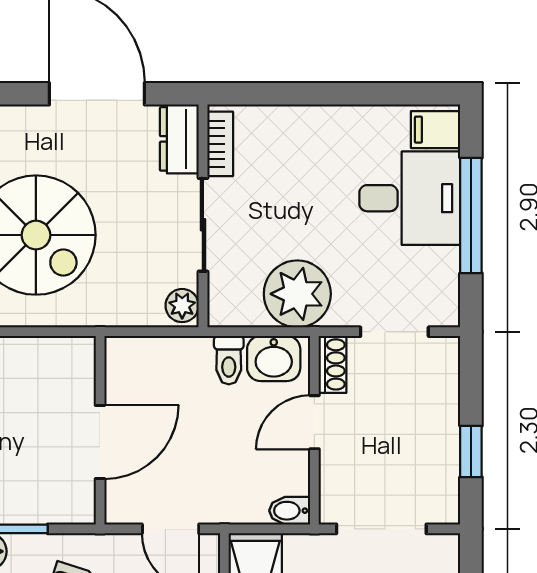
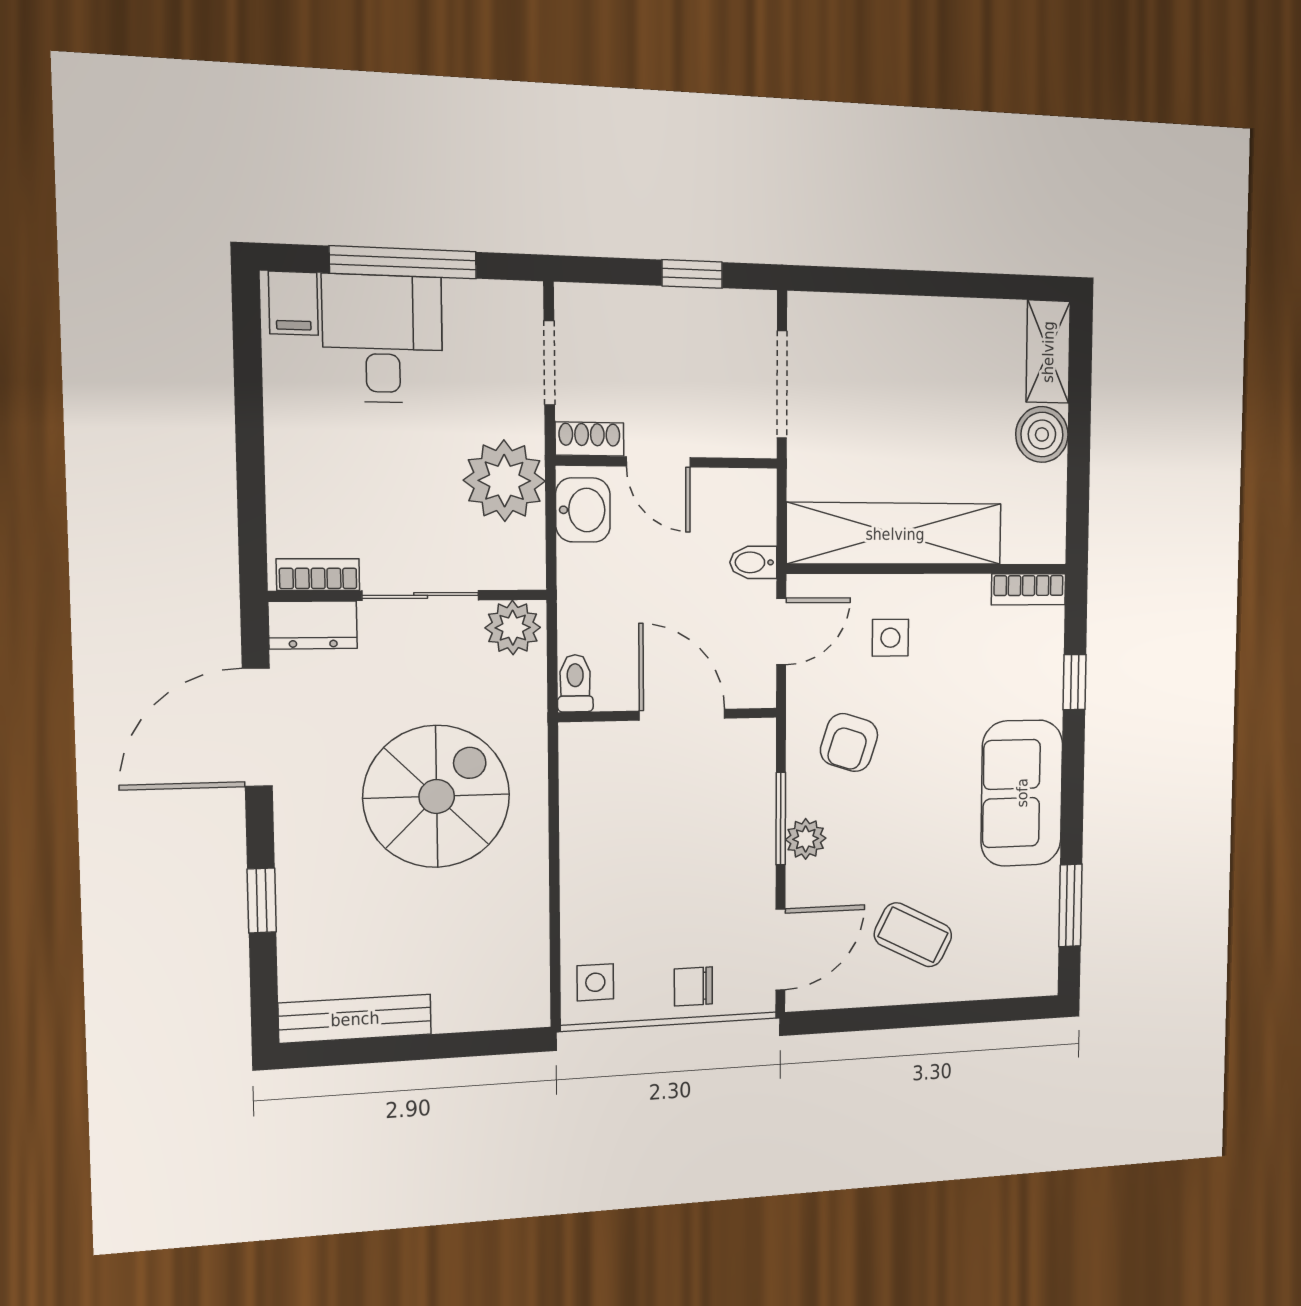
plant: (182, 306) -> (513, 628), width x1.38, depth x1.38
toilet: (229, 360) -> (575, 683), moved, turned -90
bidet: (290, 511) -> (753, 562), moved, turned 90

